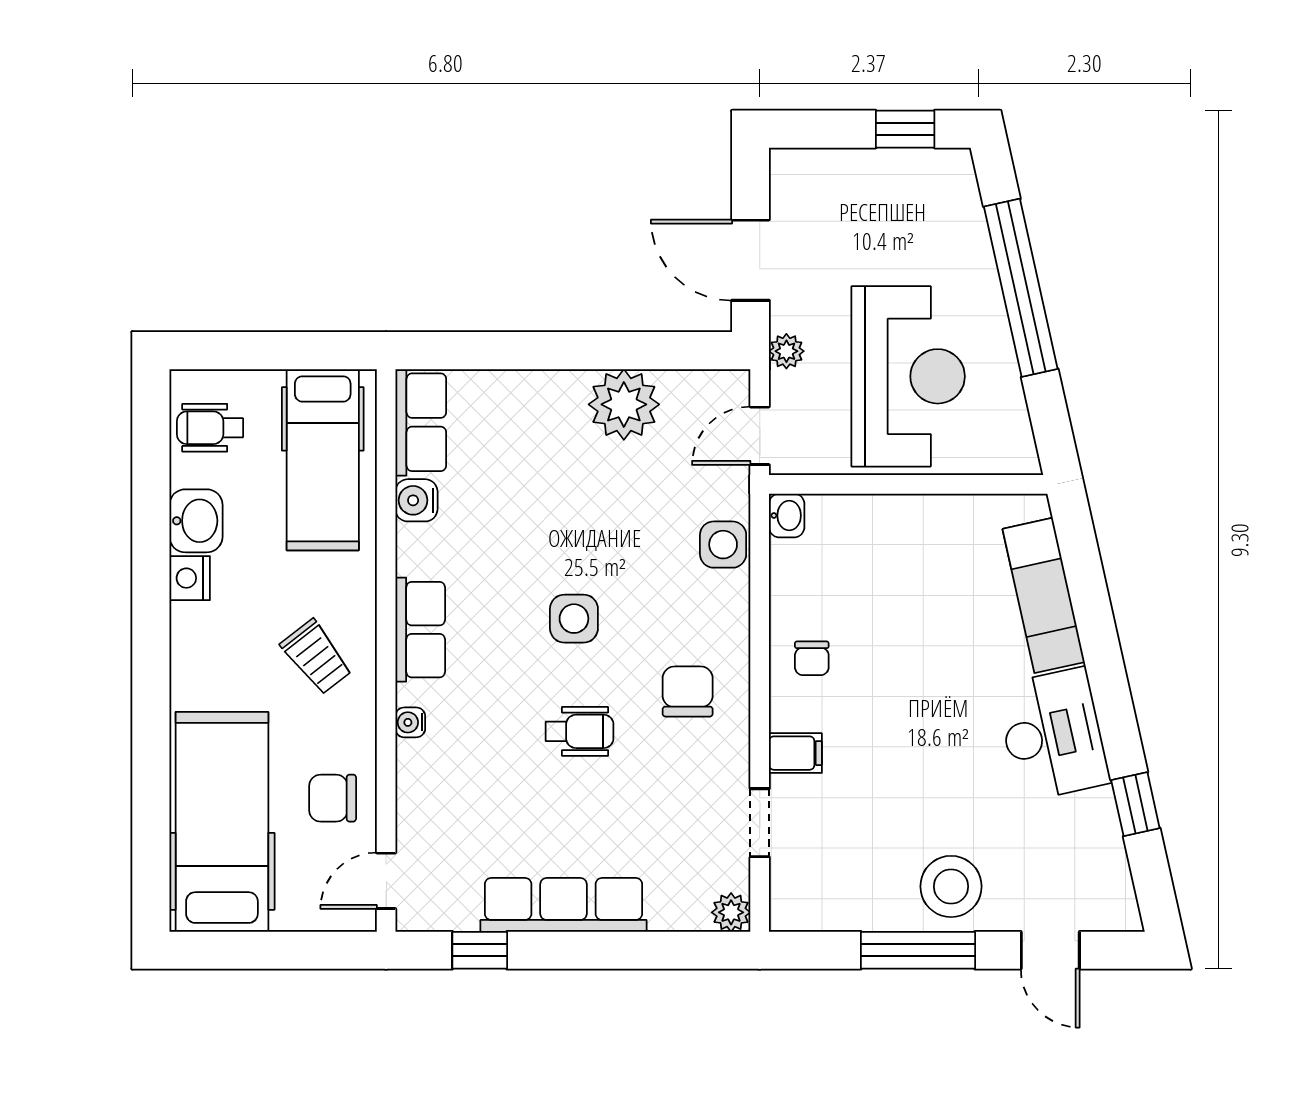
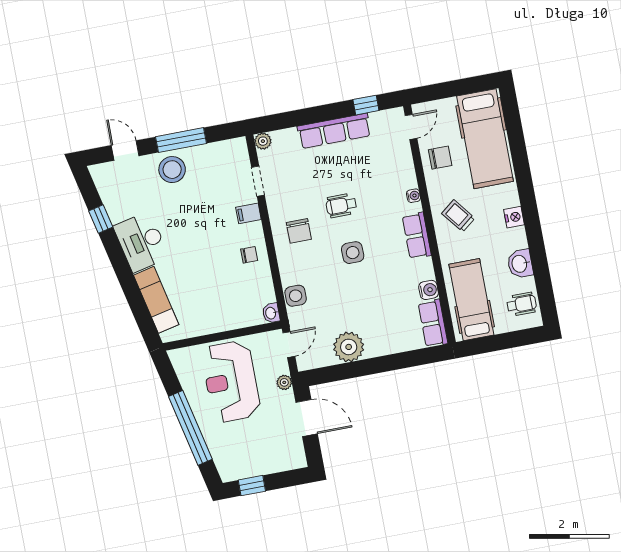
nightstand: (190, 578) -> (514, 217), moved
chair: (812, 658) -> (249, 255), turned 90

